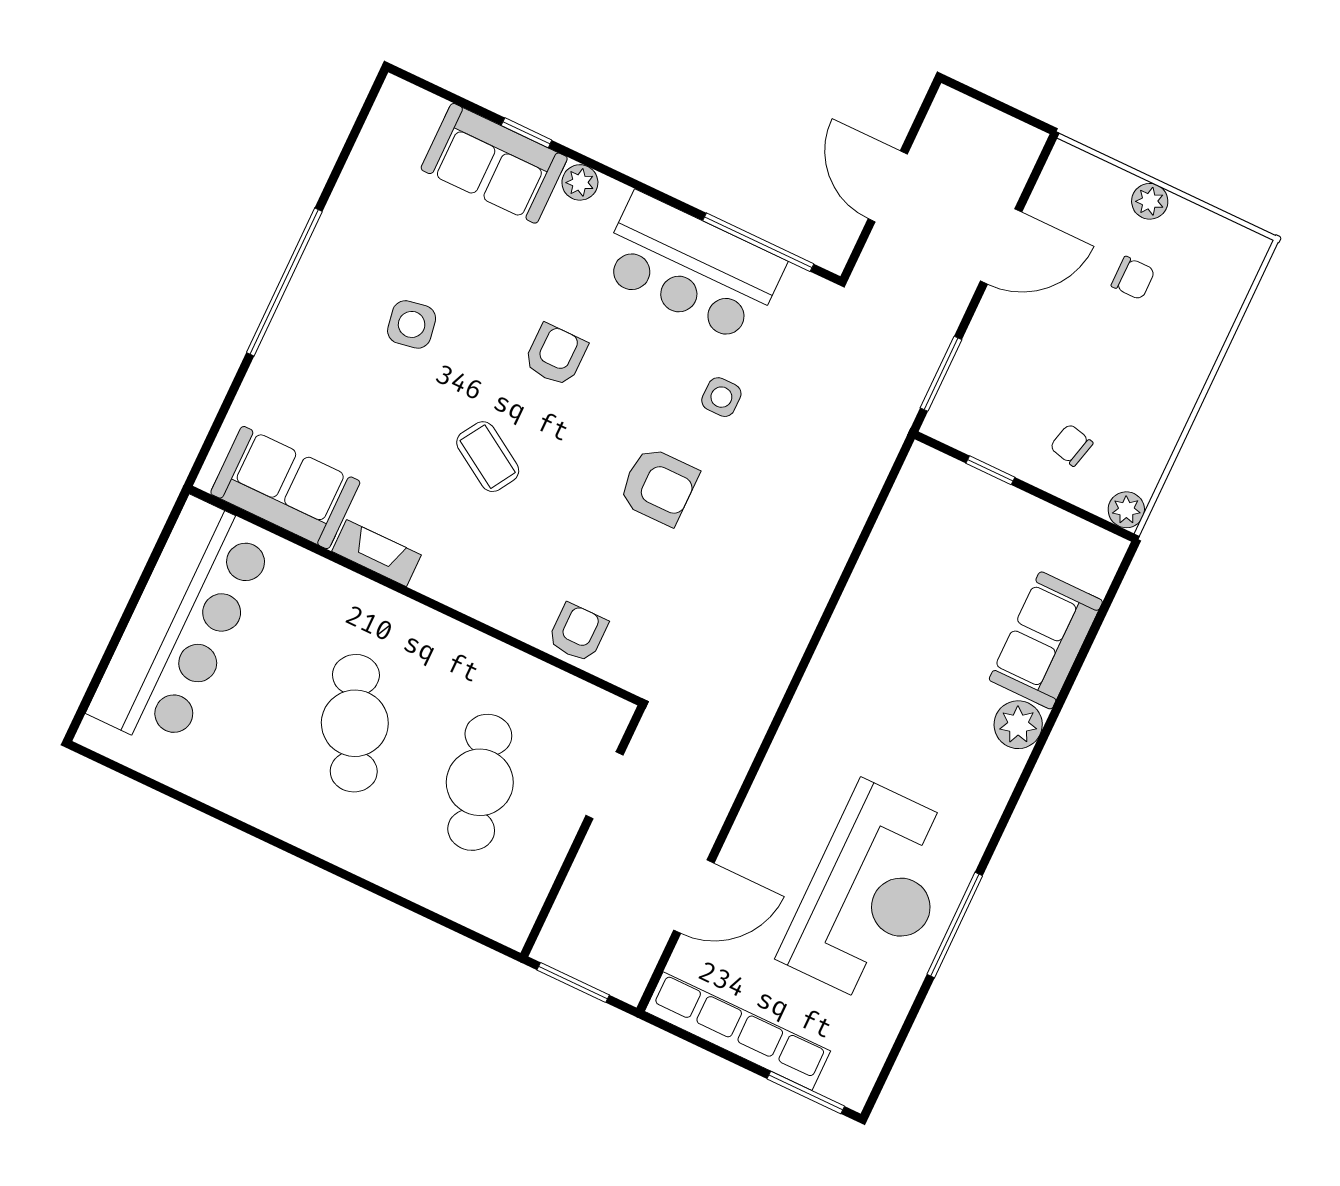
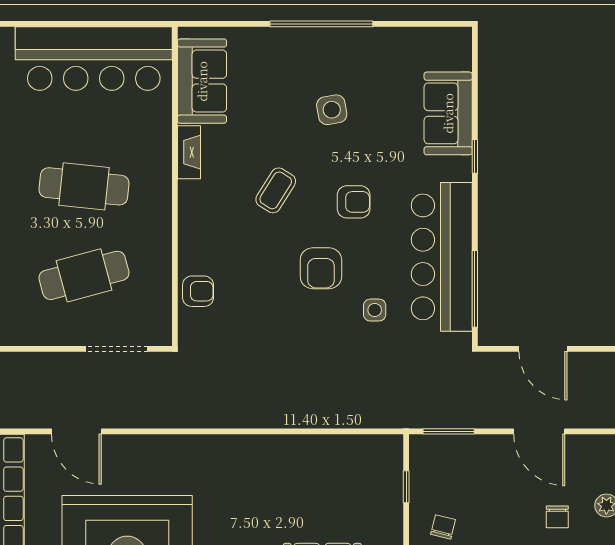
window: (527, 133) -> (475, 156), moved
plant: (580, 182) -> (461, 169), removed
door: (888, 186) -> (543, 349), swing flipped
bar counter: (691, 268) -> (442, 257), width x1.36
armchair: (659, 486) -> (321, 268), moved
cafe table: (355, 723) -> (84, 186), turned 30
doorway: (605, 785) -> (117, 349), width x1.38

